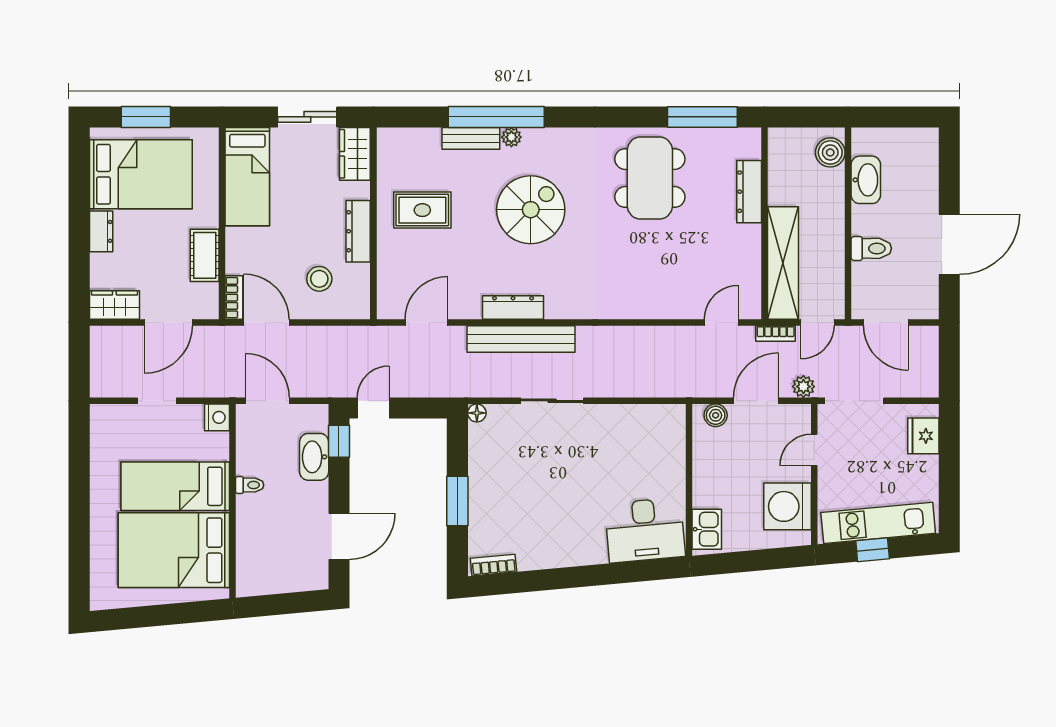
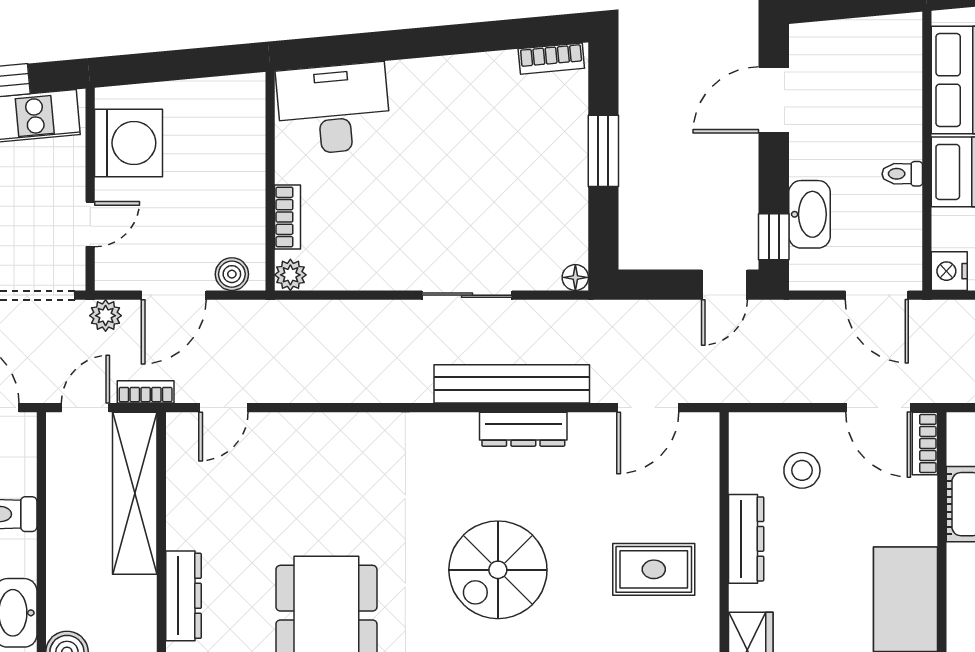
plant: (675, 415) -> (290, 275), added
bookcase: (677, 455) -> (288, 217), added
kitchen sink: (707, 529) -> (245, 110), removed

